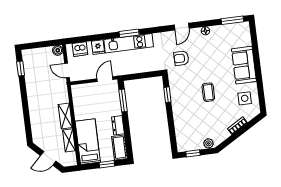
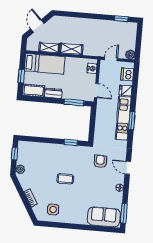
sofa: (244, 65) -> (104, 217), moved
nightstand: (82, 89) -> (92, 69), added

